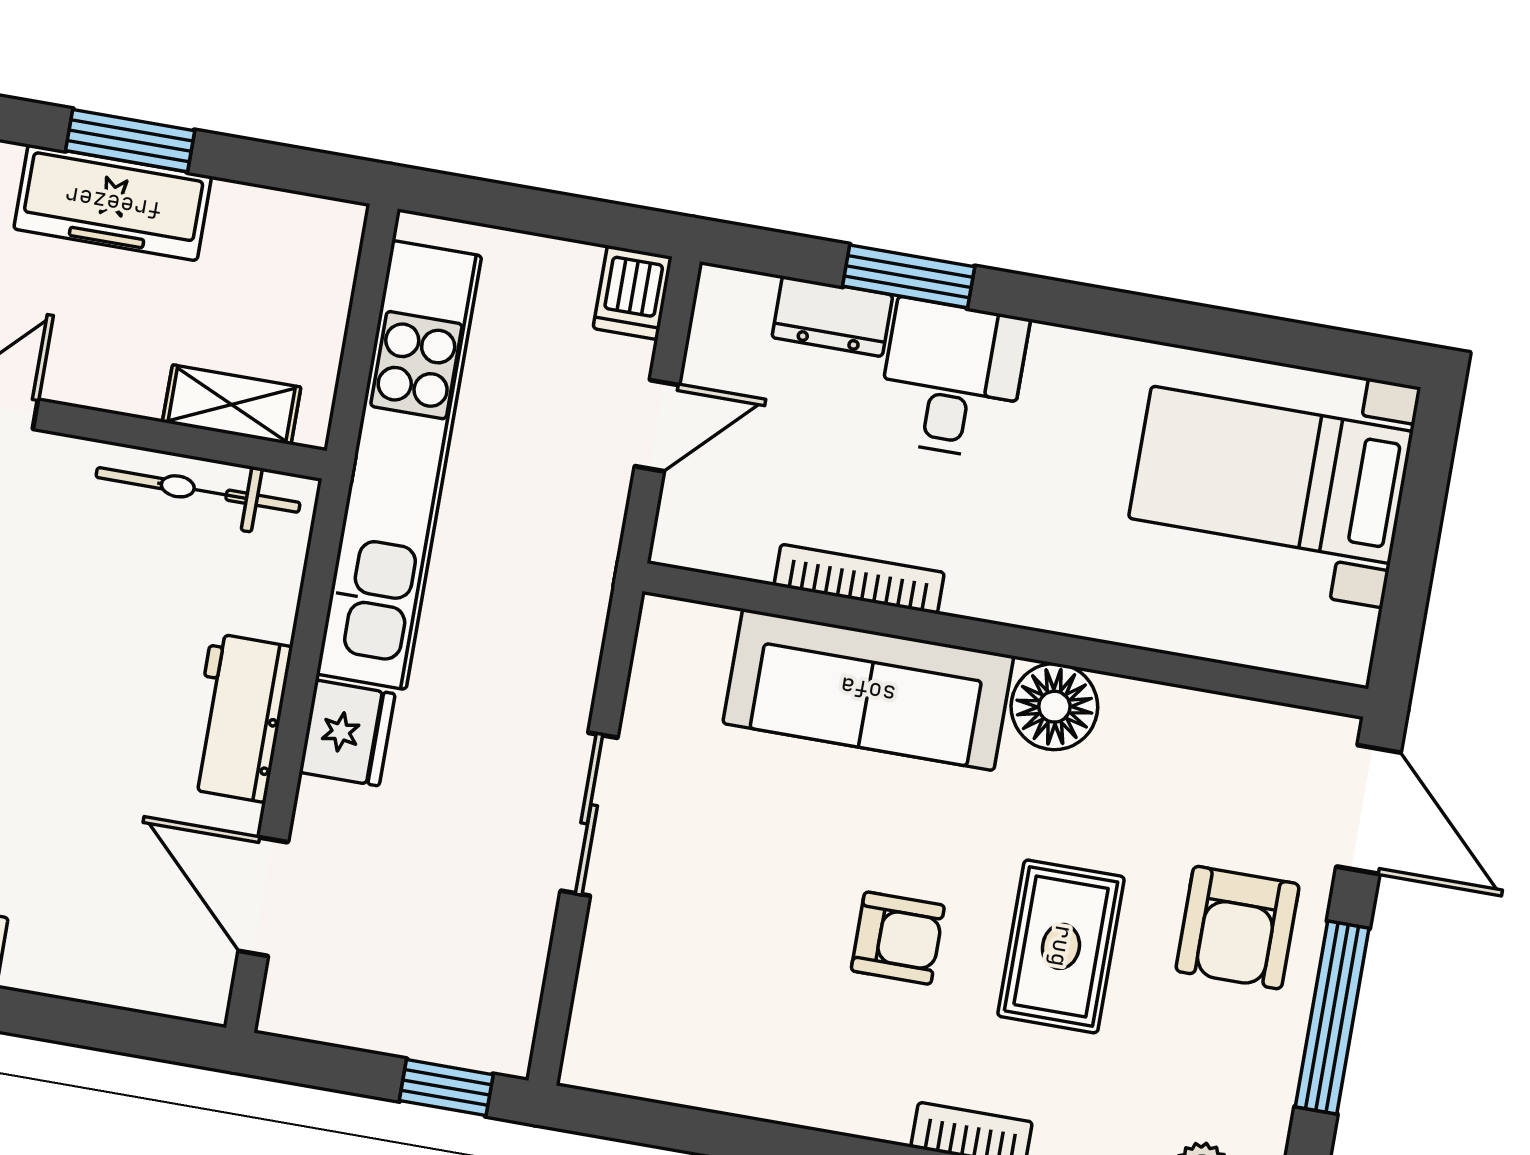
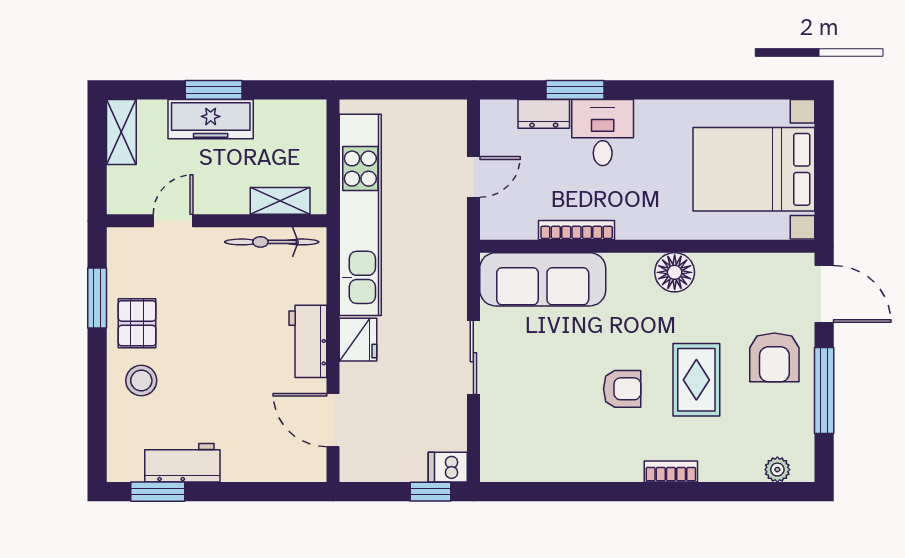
dishwasher: (633, 293) -> (448, 467), moved, turned 90
bed with nightstands: (1271, 475) -> (754, 169), width x1.36
sofa: (868, 690) -> (543, 279), moved

